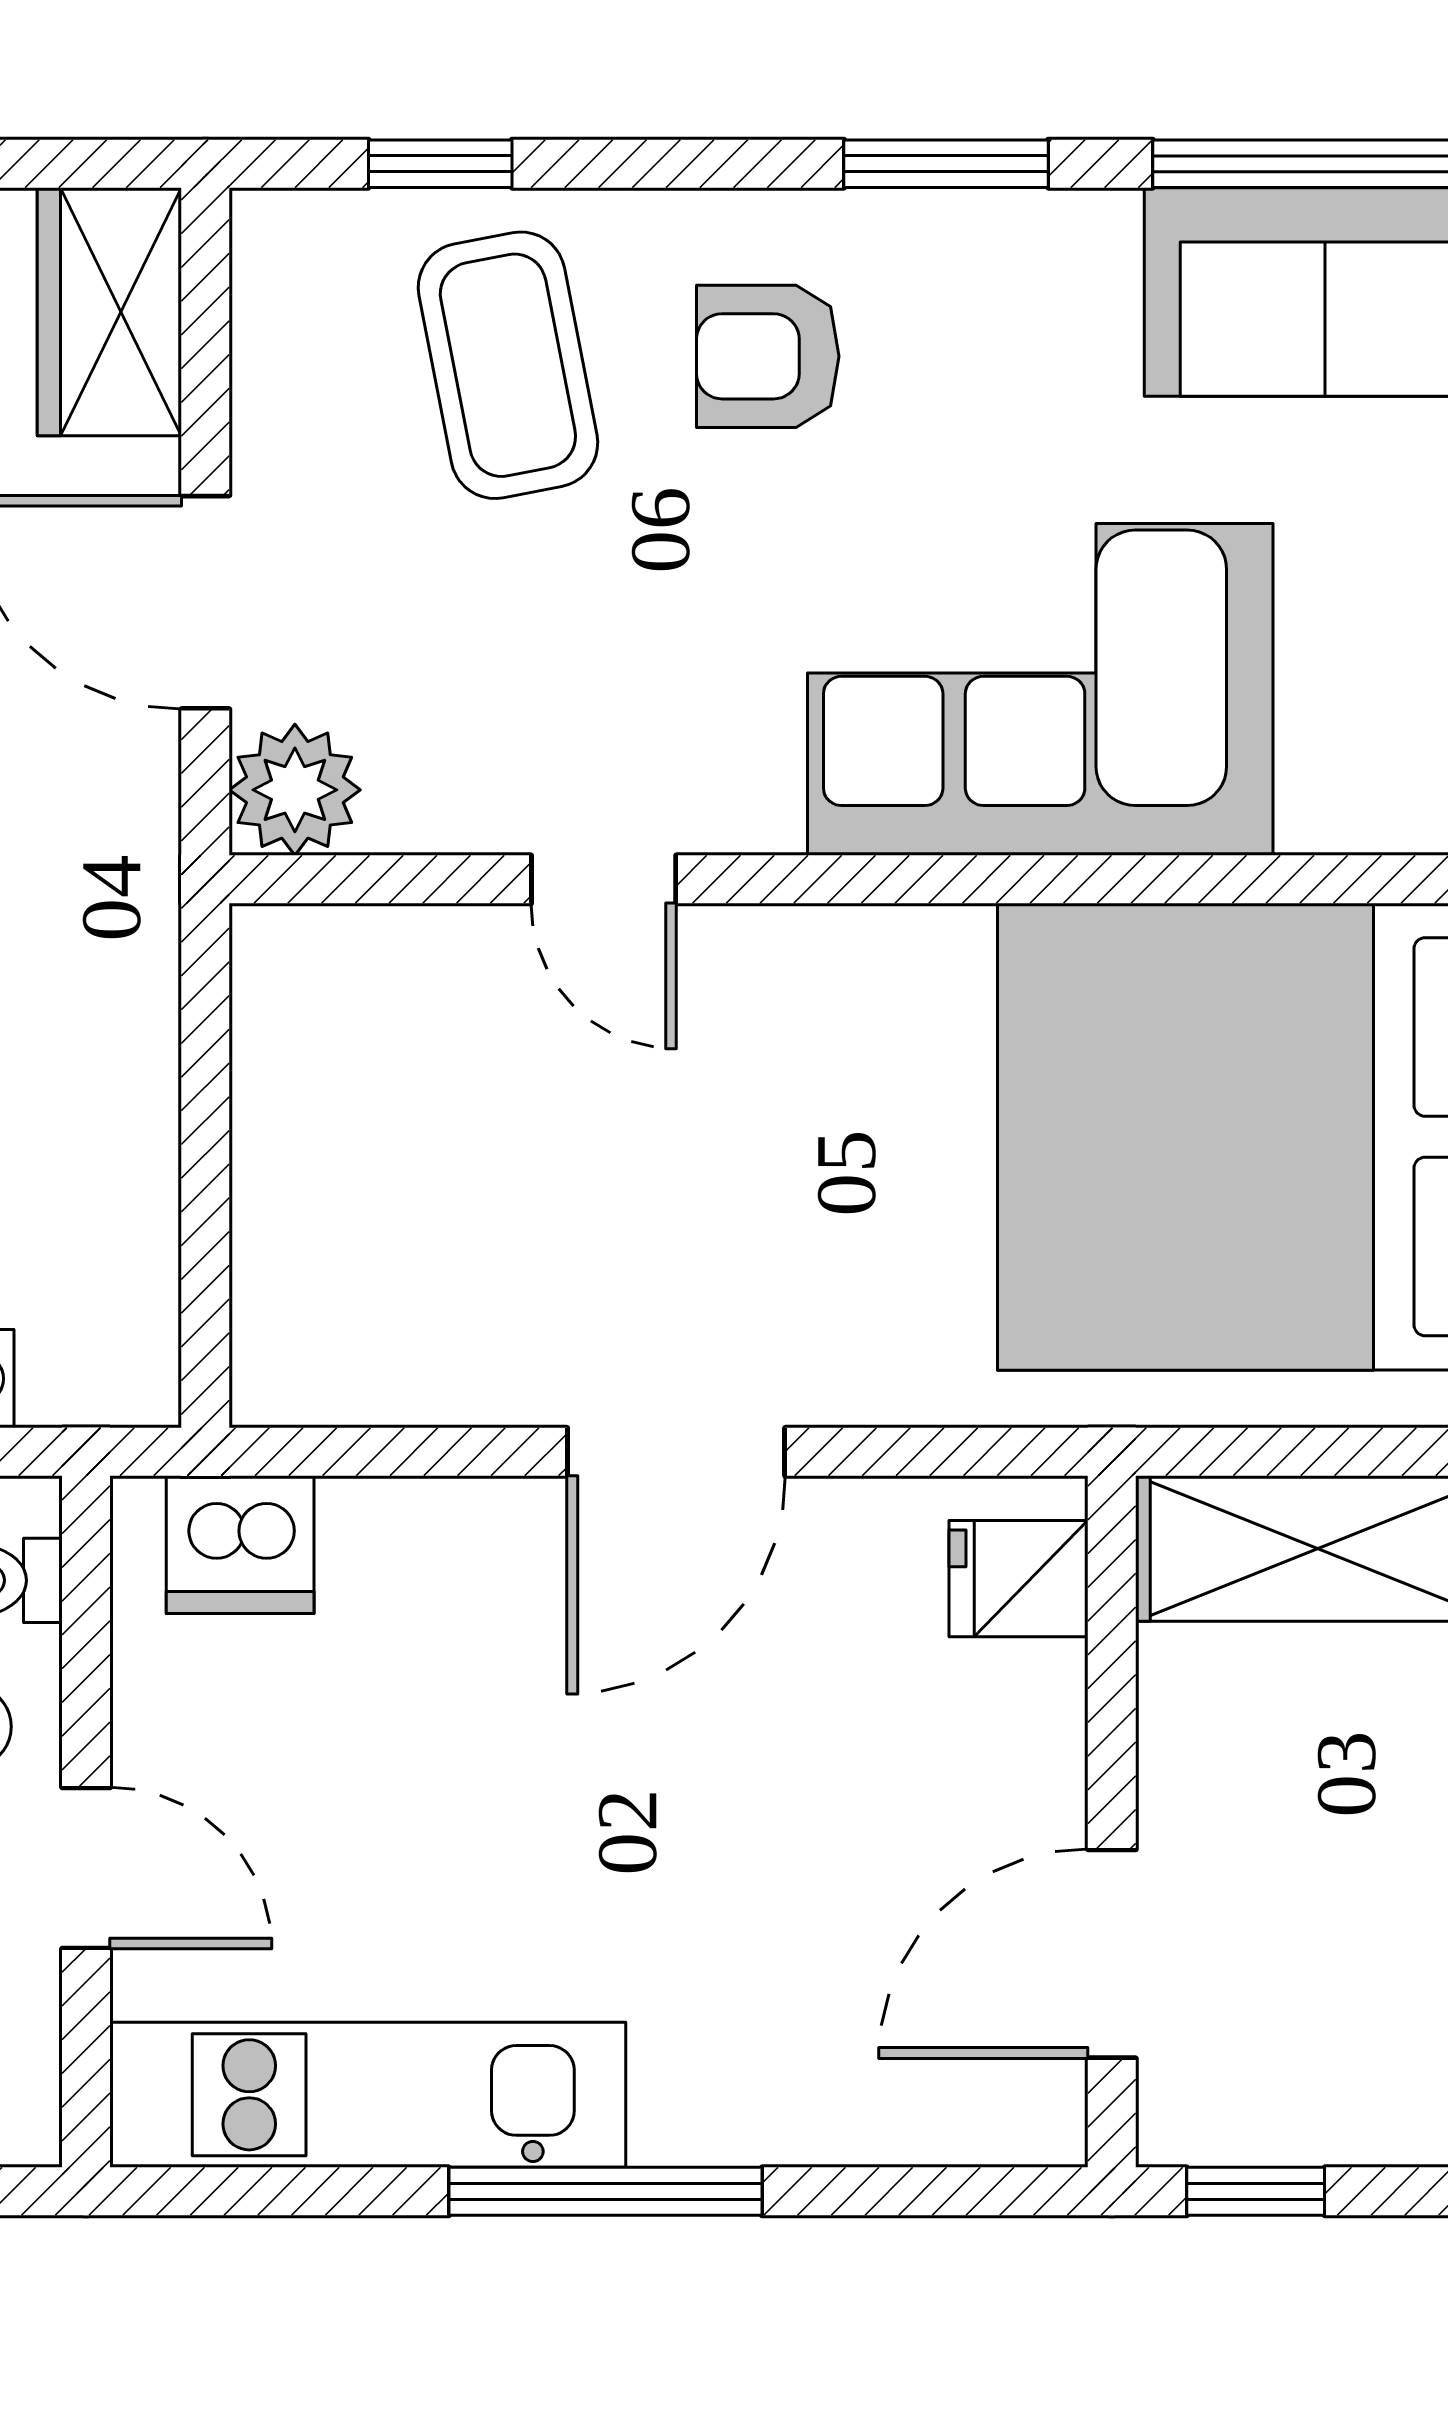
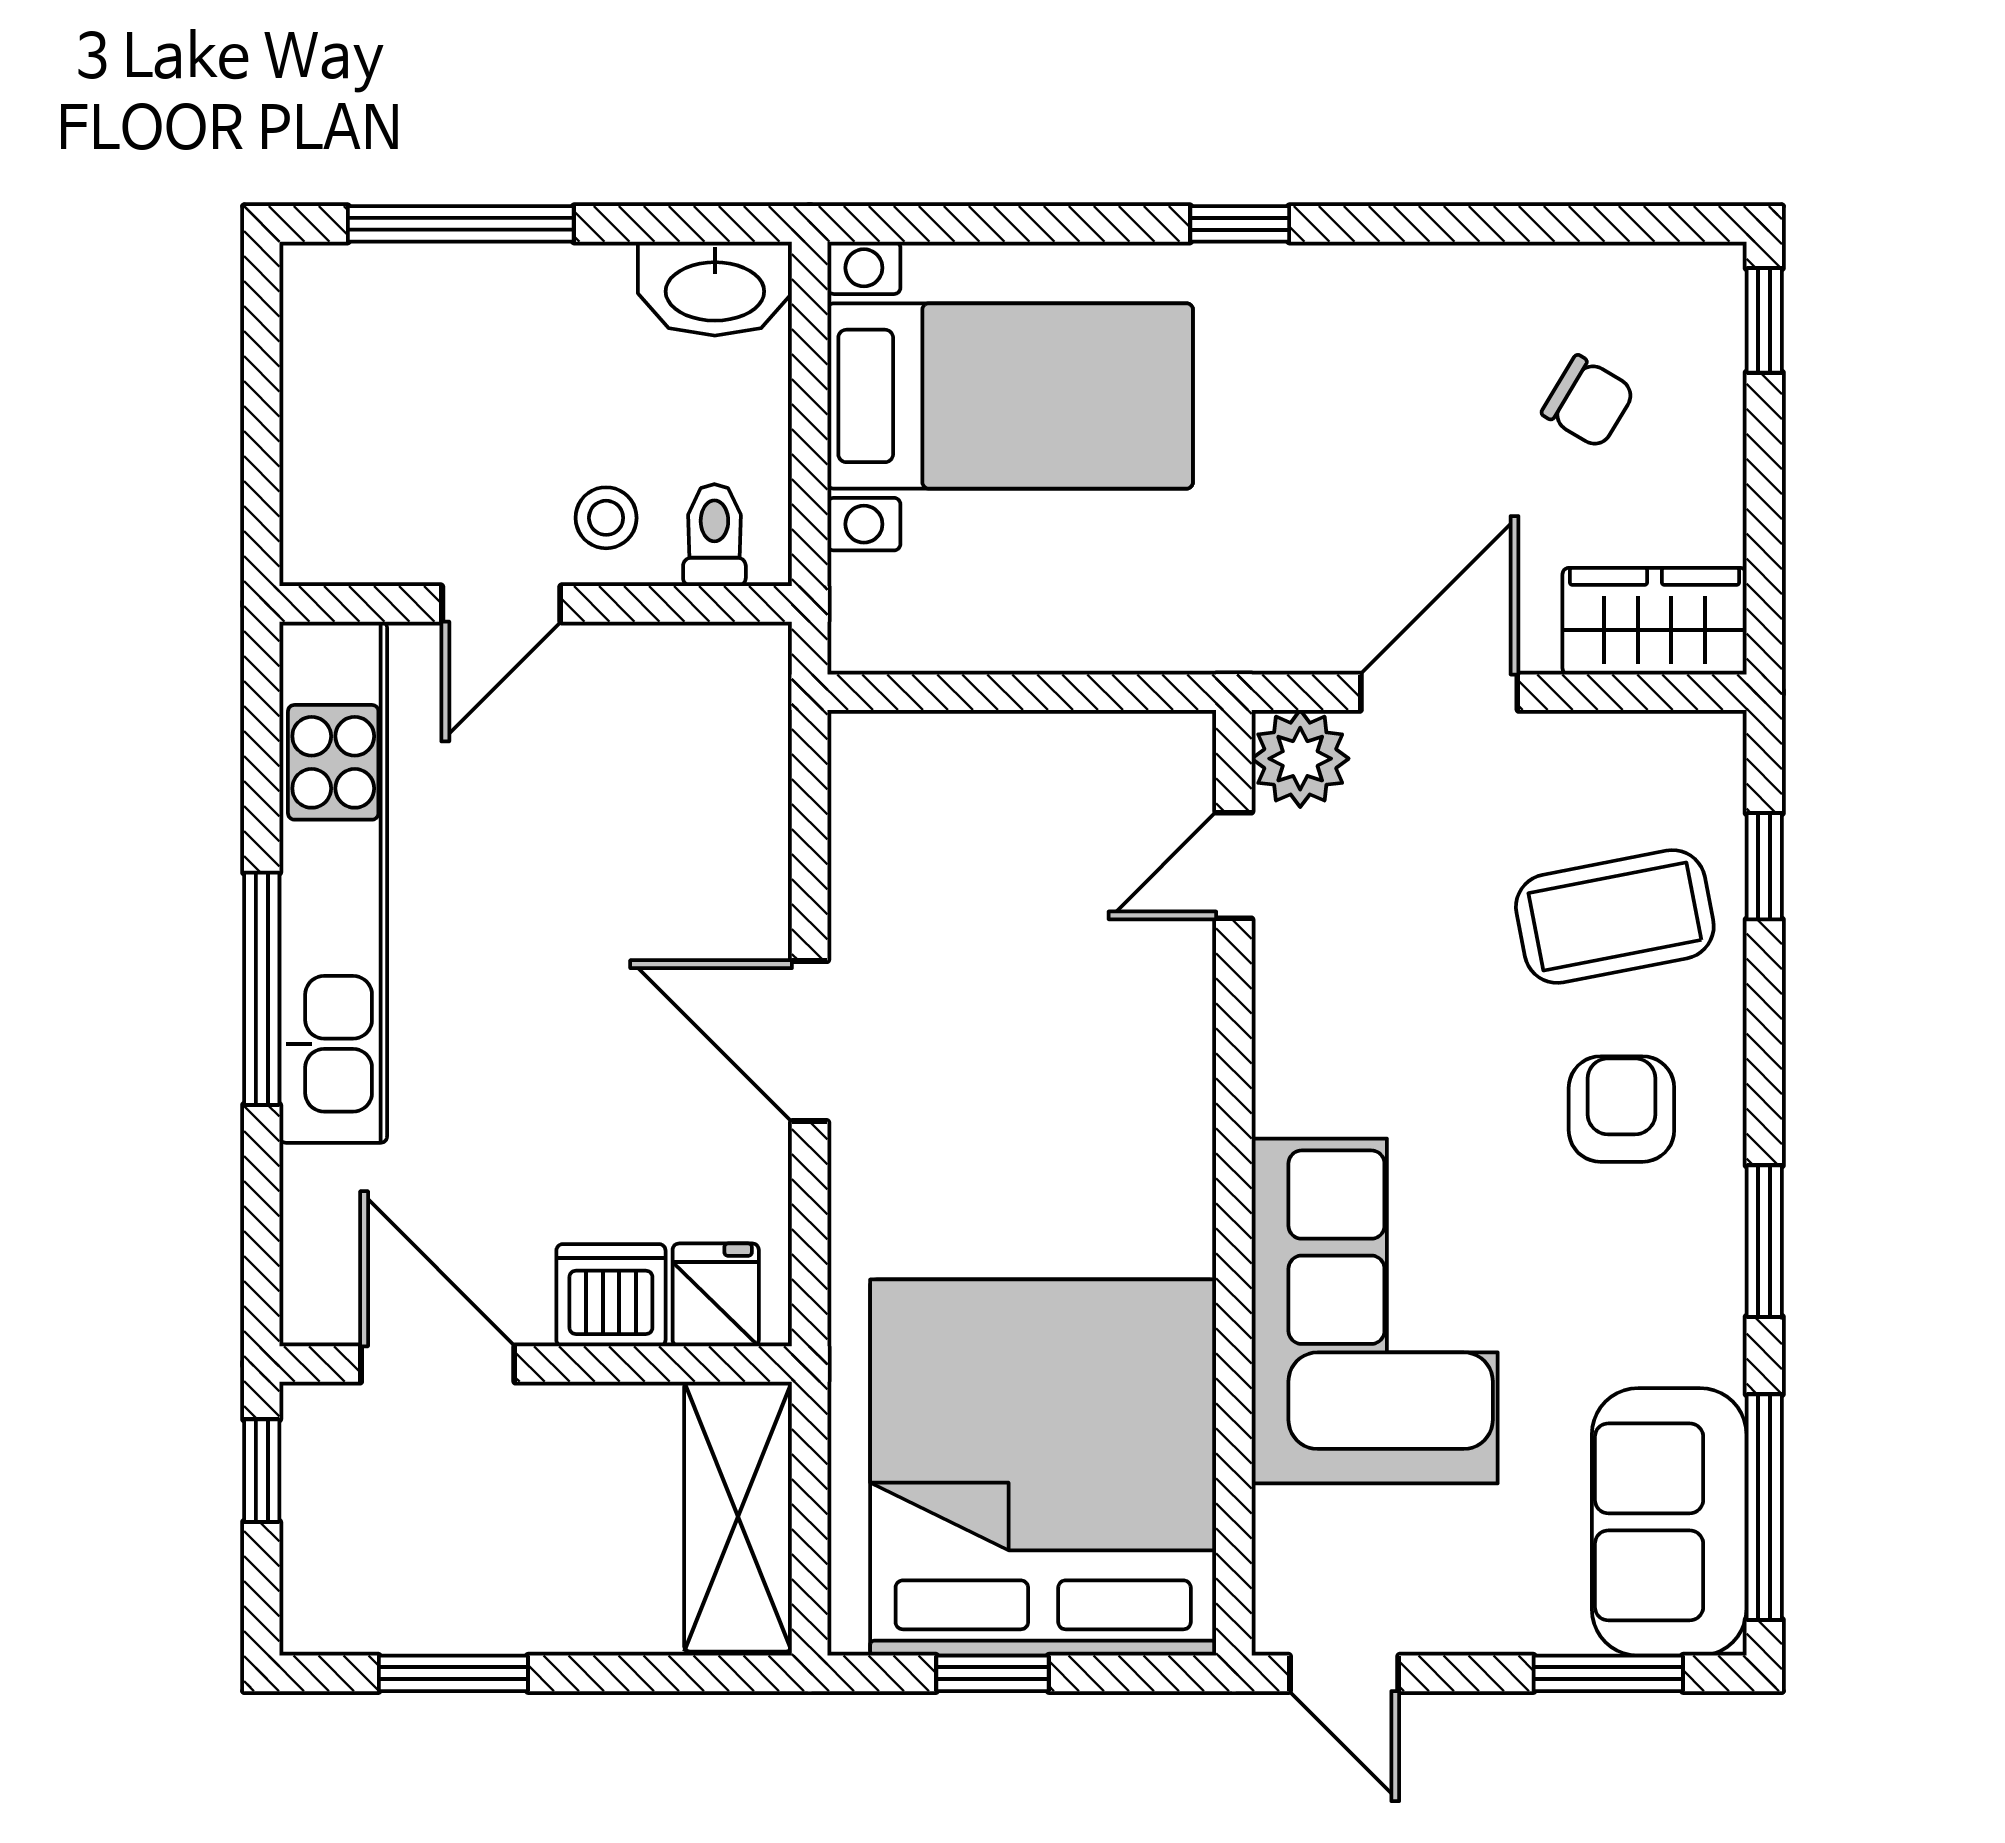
door: (604, 879) -> (1234, 866), moved
dishwasher: (240, 1545) -> (611, 1295), moved, turned 90
kitchen unit: (368, 2095) -> (333, 882), width x1.36

